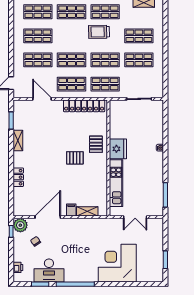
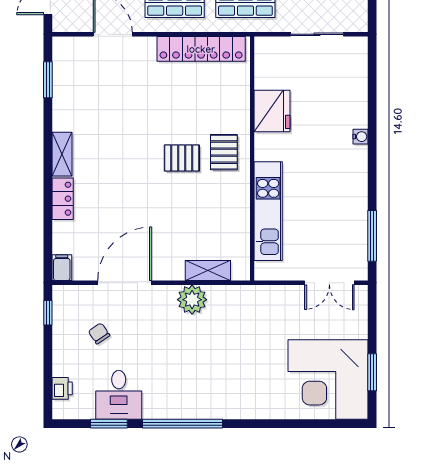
shelving: (18, 141) -> (62, 154), moved
pallet: (96, 144) -> (224, 152), moved
fridge: (118, 149) -> (272, 111), moved
filing cabinet: (71, 210) -> (62, 268), moved
double door: (135, 217) -> (329, 283), moved
plant: (20, 225) -> (192, 300), moved
corner desk: (117, 263) -> (328, 380), moved, turned -90
desk: (49, 271) -> (119, 395), width x0.73

